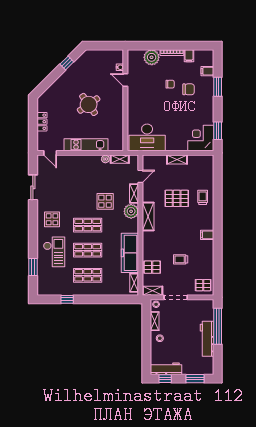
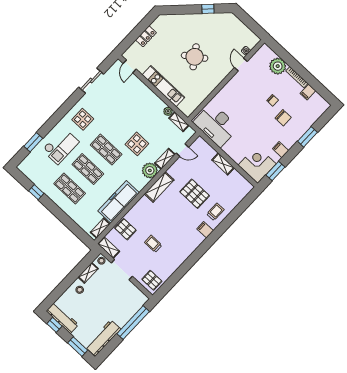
filing cabinet: (207, 71) -> (281, 150), moved
filing cabinet: (207, 235) -> (205, 230), moved
workbench: (207, 339) -> (103, 338), moved

